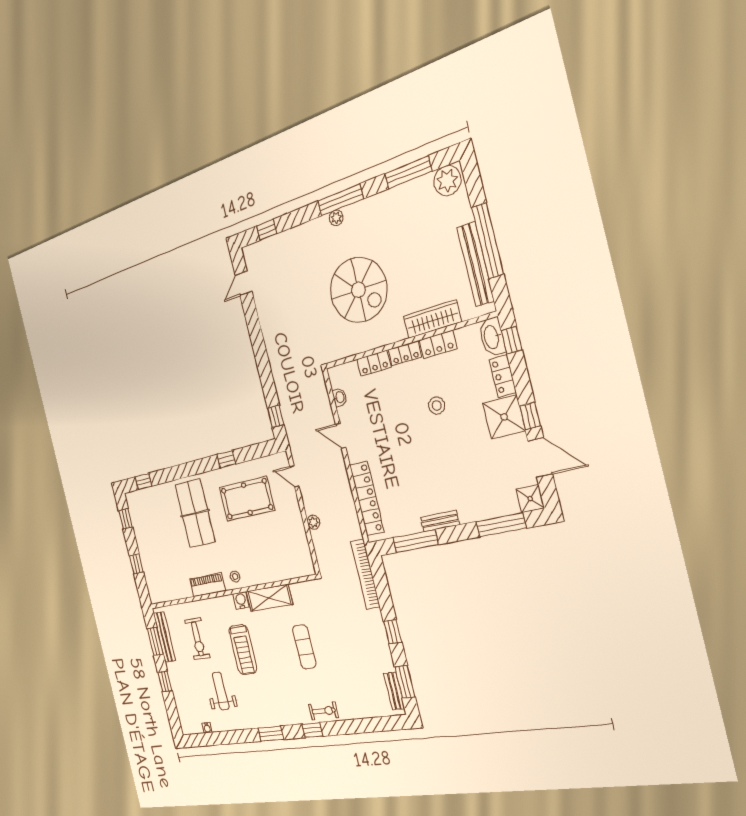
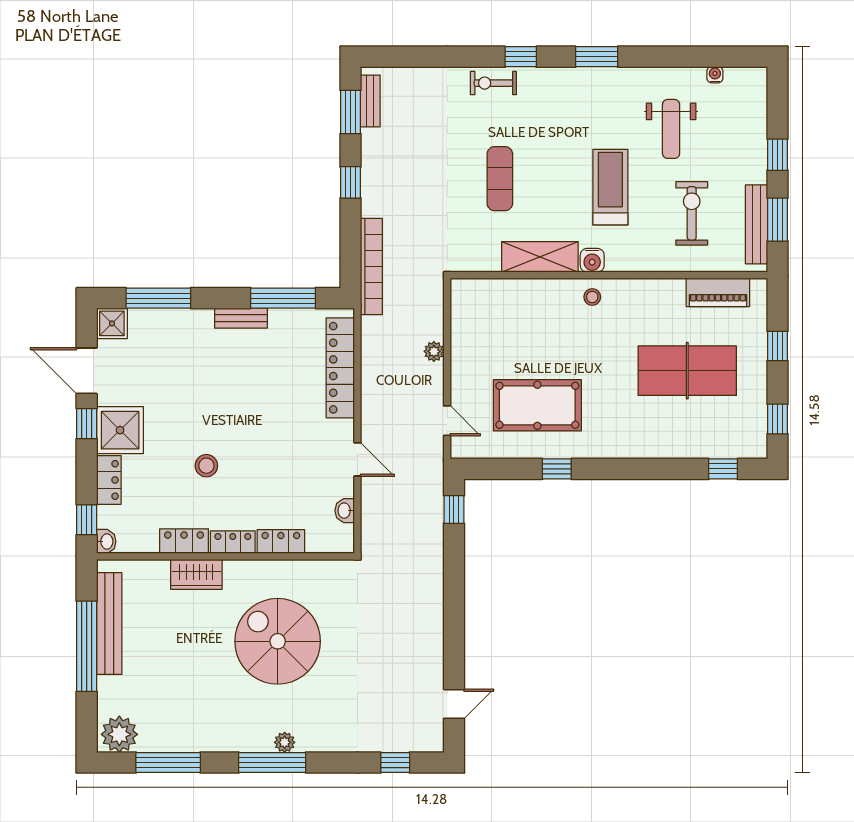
wardrobe: (432, 319) -> (196, 574), width x0.67
washbasin: (492, 337) -> (106, 541), width x0.52, depth x0.69
table tennis table: (195, 513) -> (687, 371), moved, turned 90
piano: (207, 585) -> (718, 292), moved

